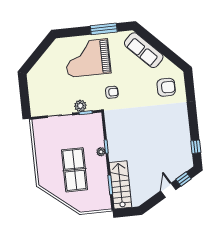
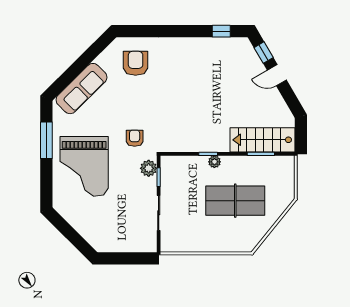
plant: (80, 106) -> (149, 168), moved

